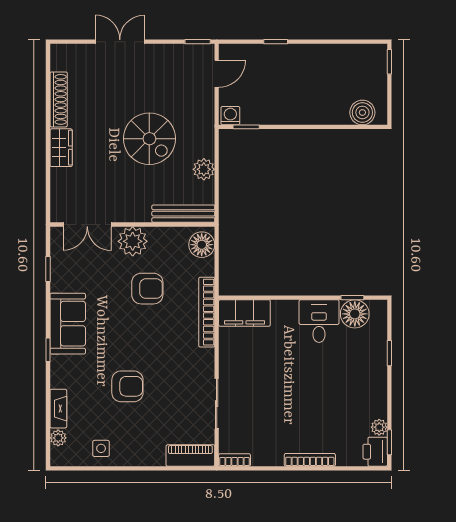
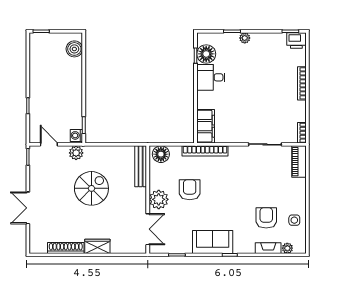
plant: (204, 169) -> (76, 153), moved
armchair: (127, 386) -> (266, 218), moved
plant: (379, 427) -> (245, 38), moved

